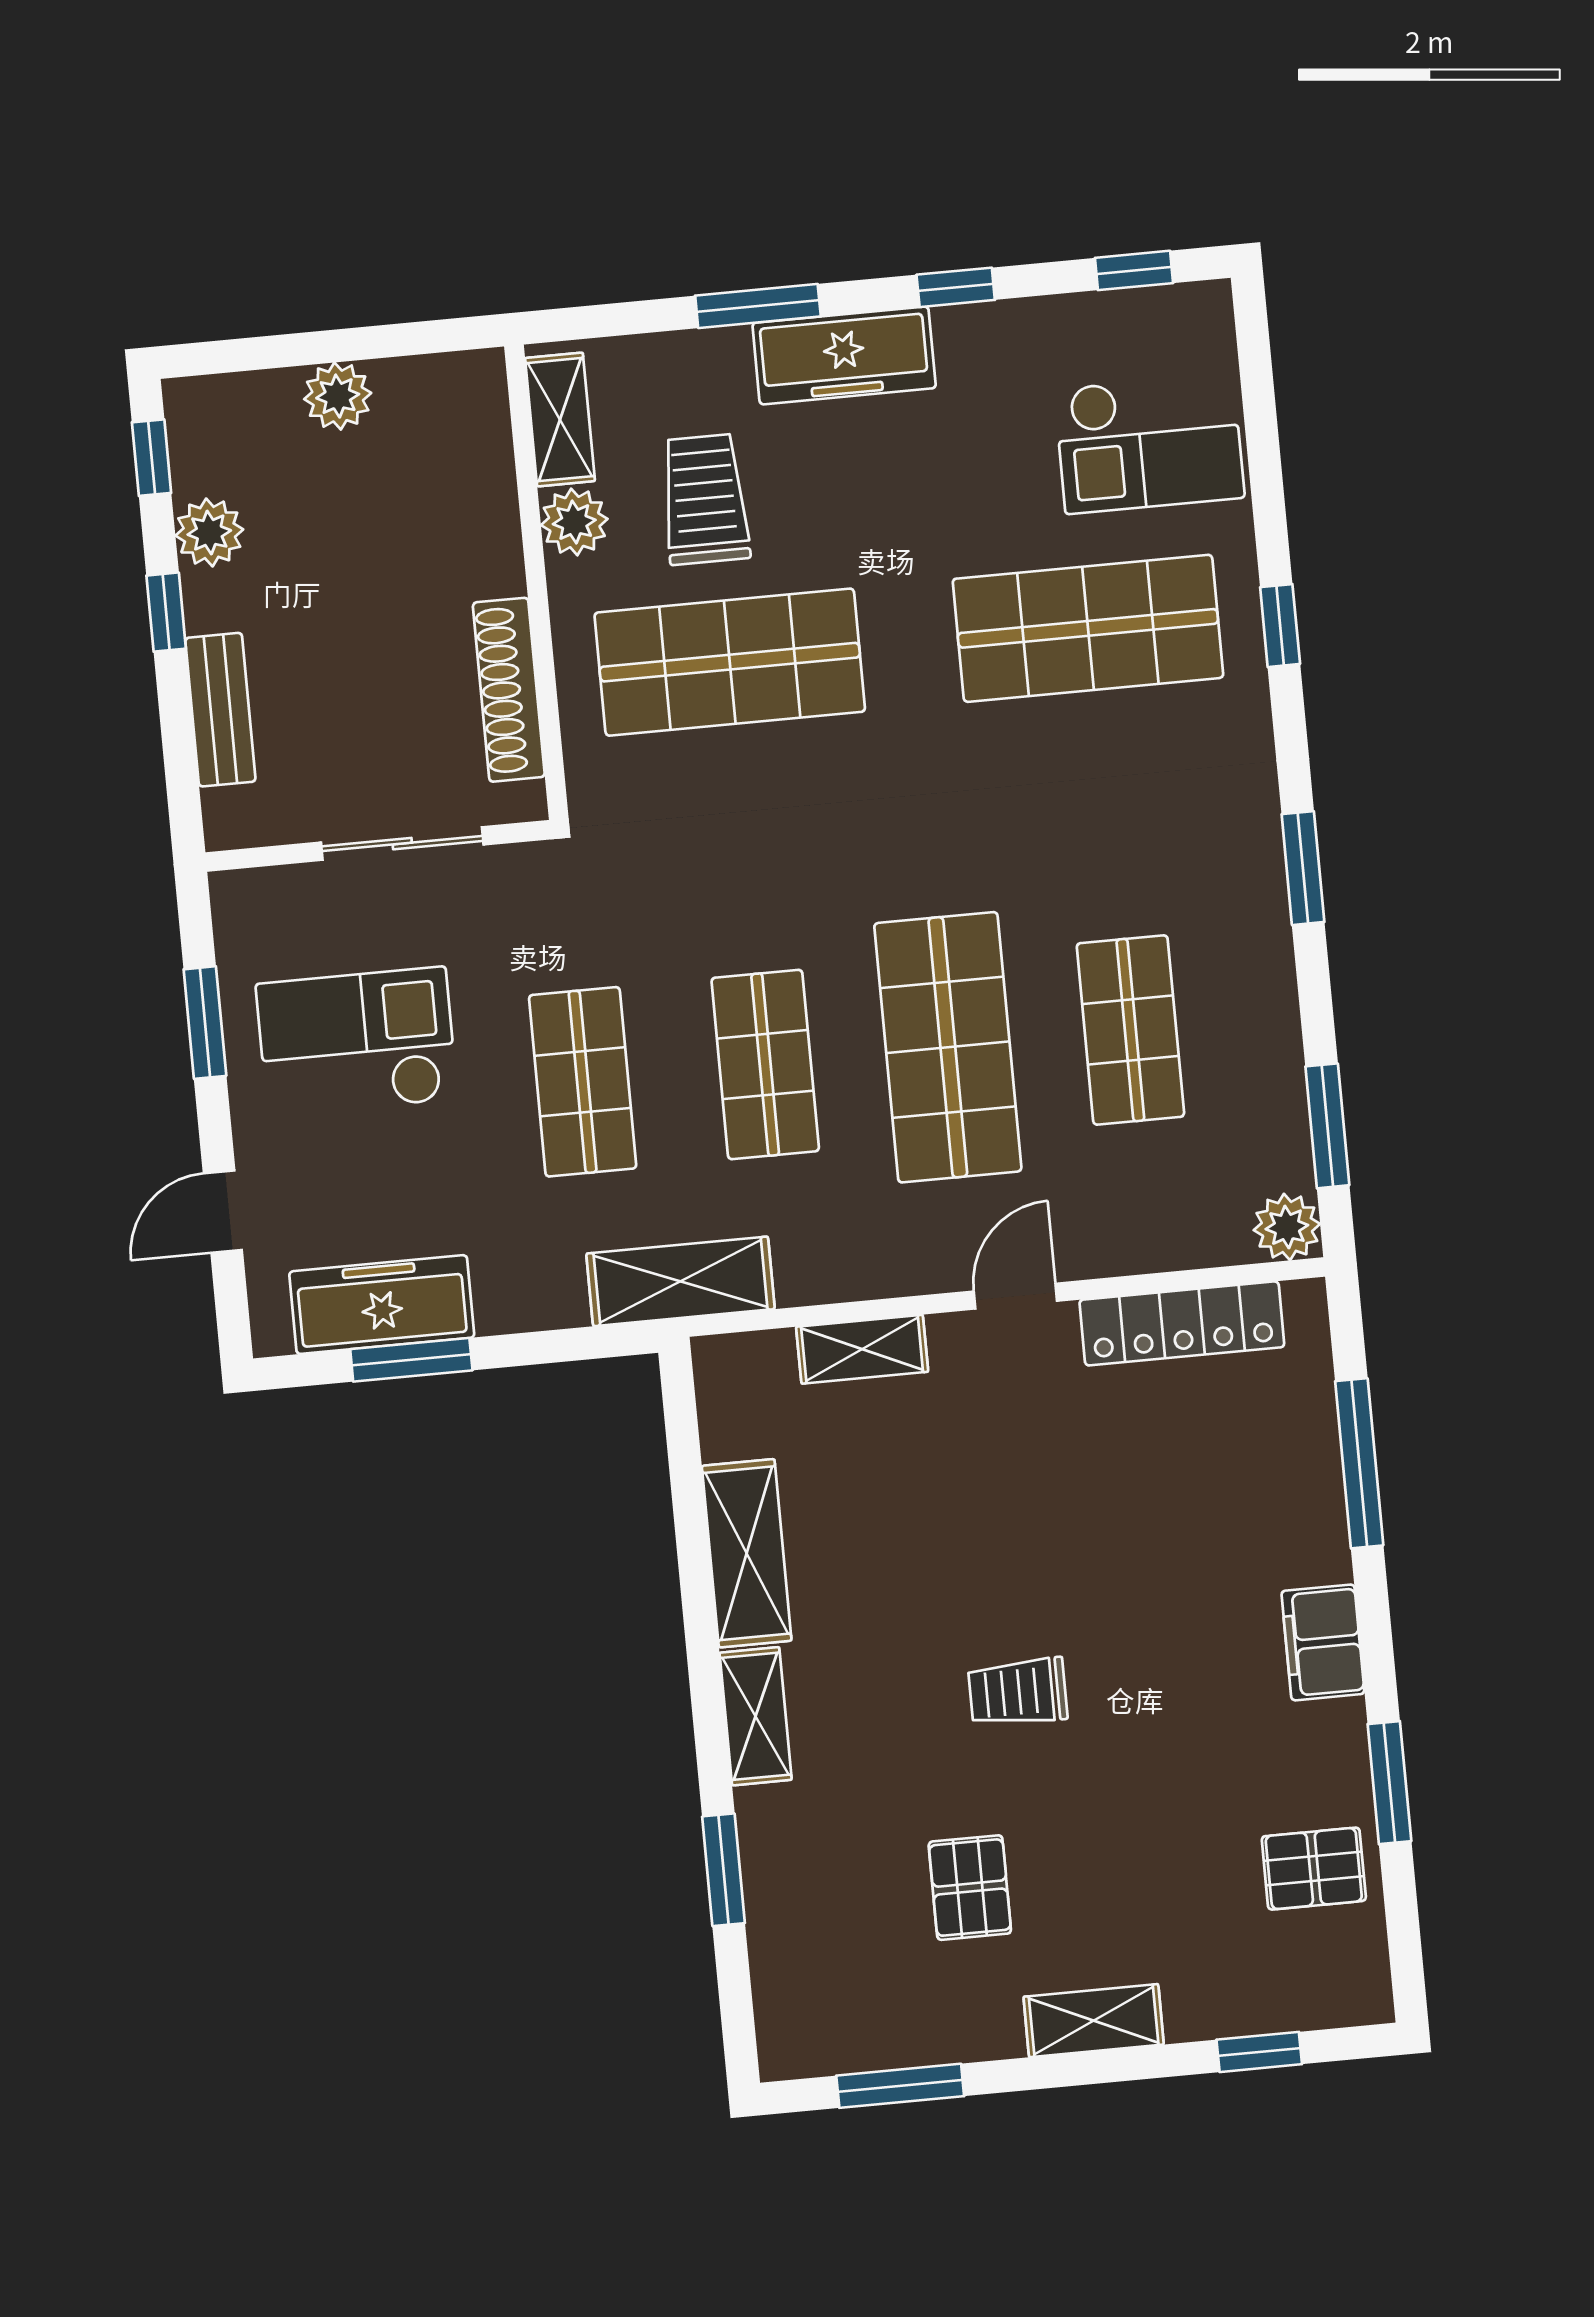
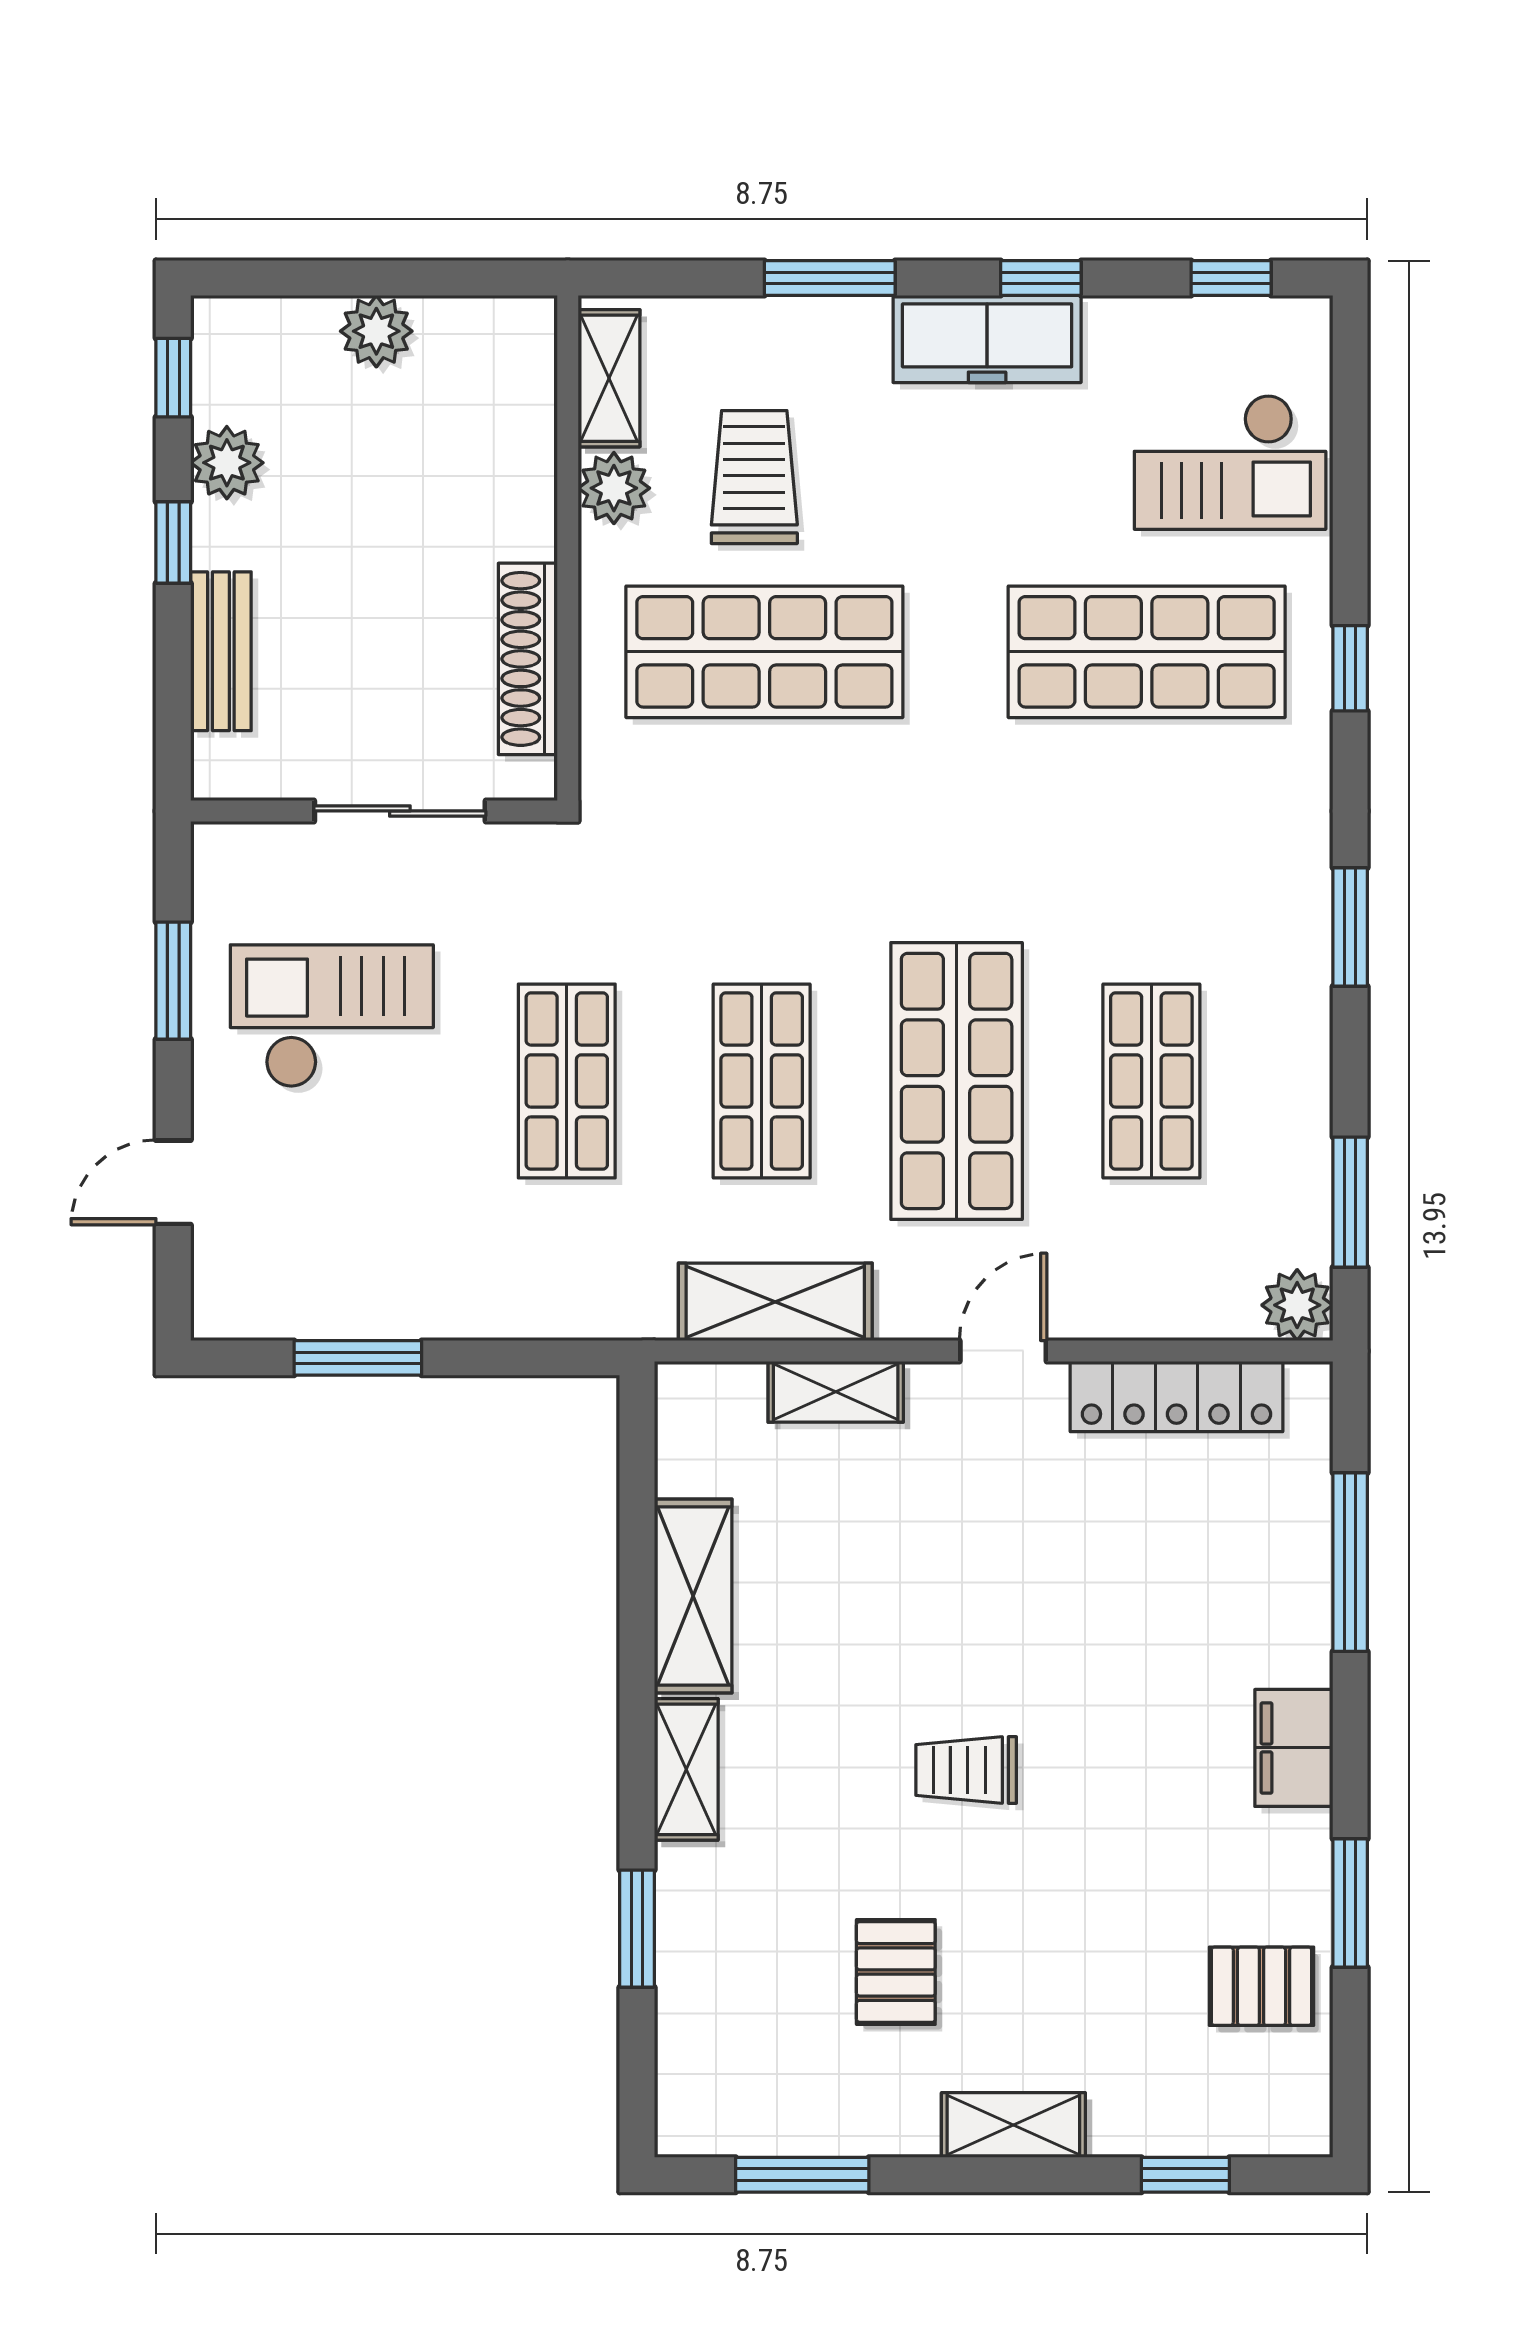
freezer: (844, 355) -> (987, 339), moved
shelving: (680, 1281) -> (775, 1302), moved
freezer: (382, 1305) -> (332, 1297), removed

